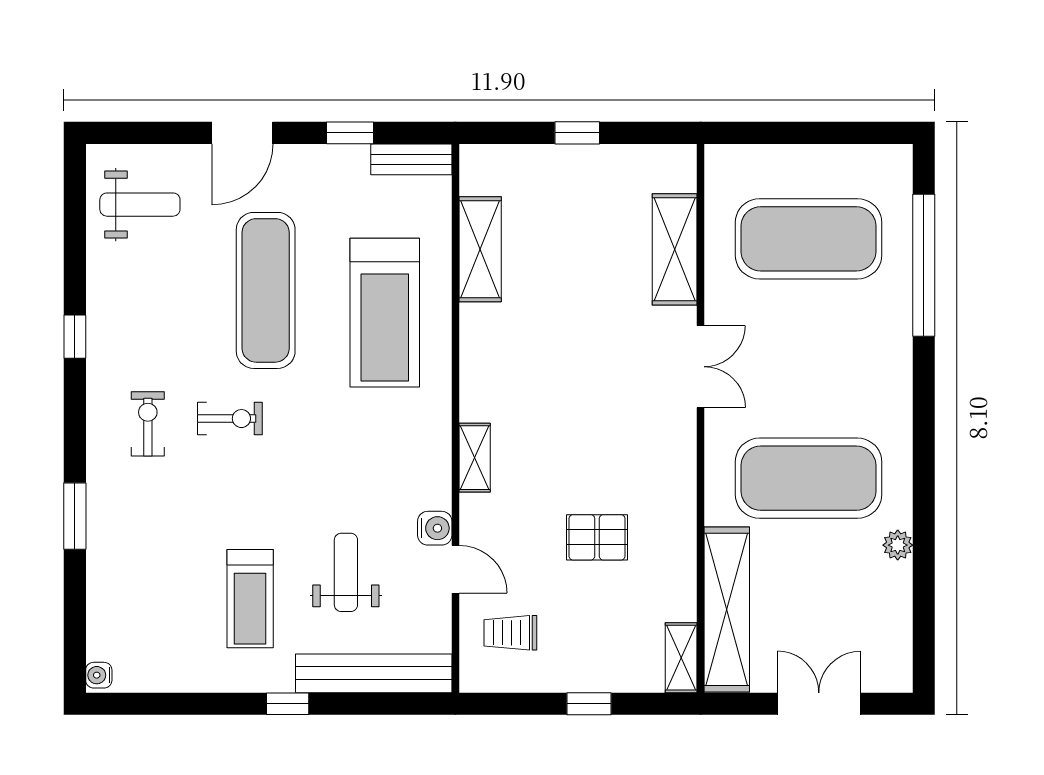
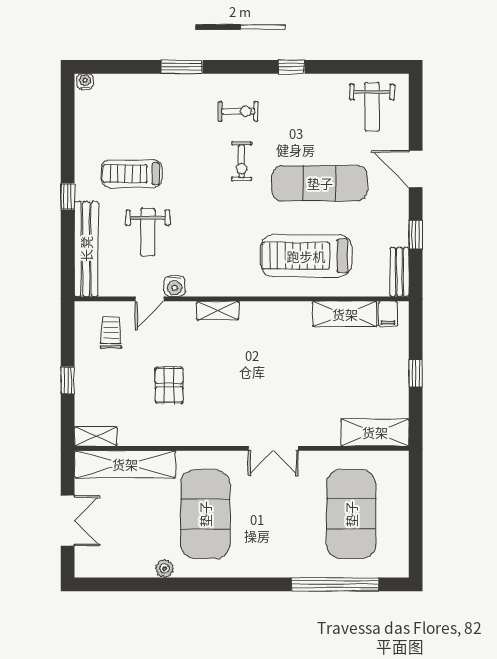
filing cabinet: (480, 178) -> (388, 314), added
shelving: (675, 249) -> (375, 432), moved
weight bench: (346, 572) -> (148, 232), turned 90

